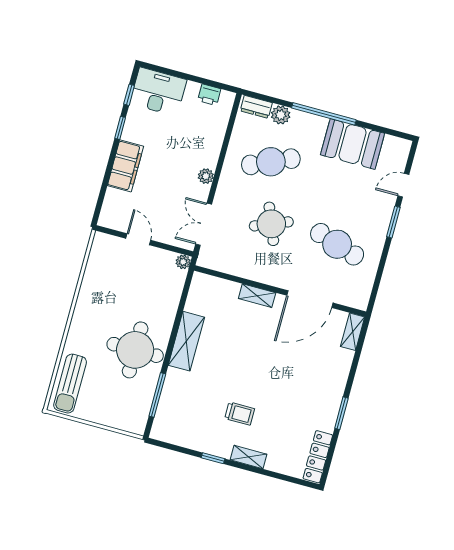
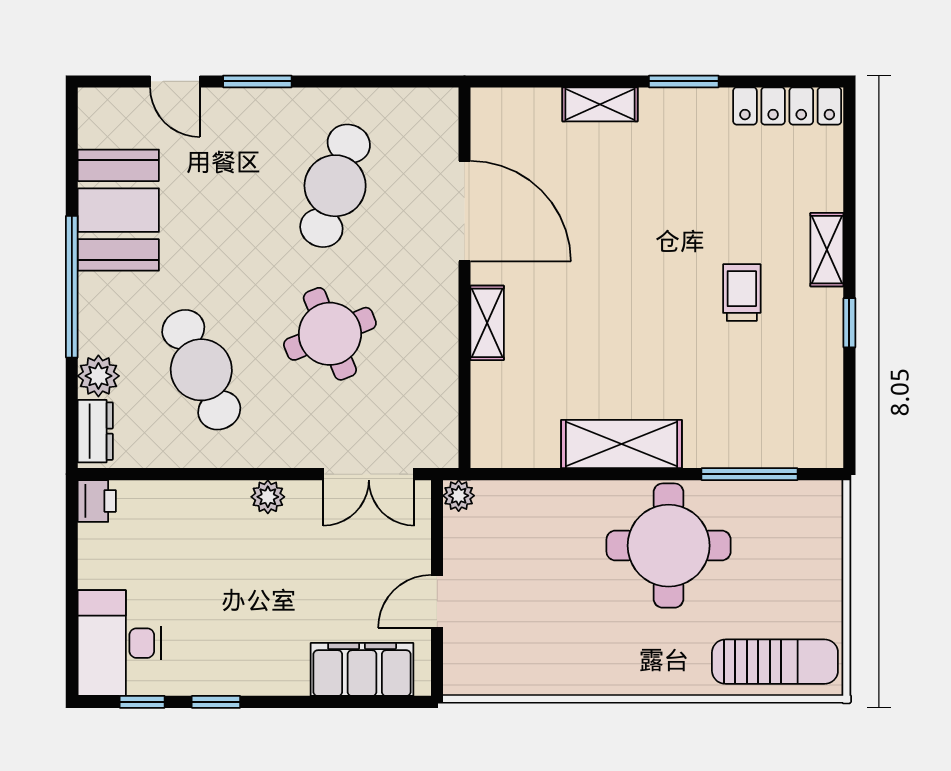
printer: (209, 95) -> (97, 501), moved
filing cabinet: (125, 166) -> (362, 669), moved
shelving: (353, 332) -> (600, 104), moved

